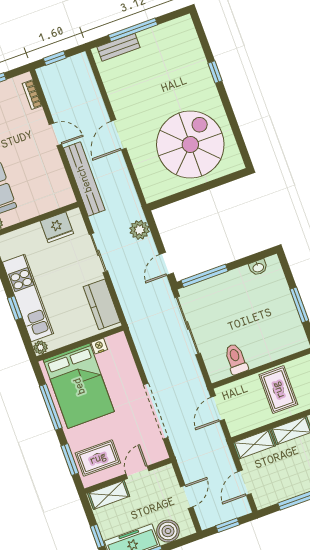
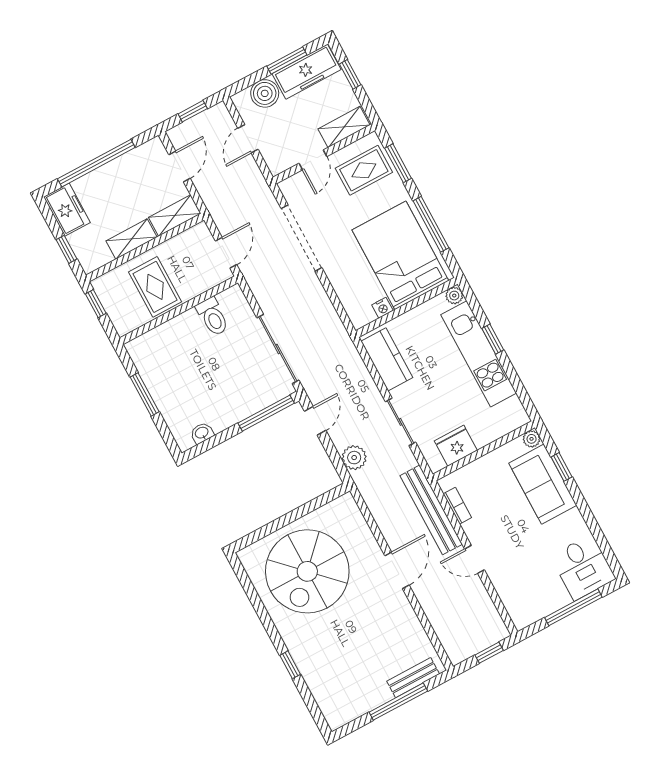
bookcase: (32, 95) -> (457, 506), moved

